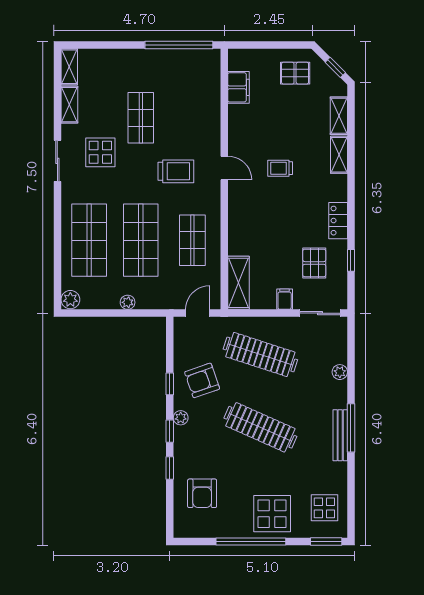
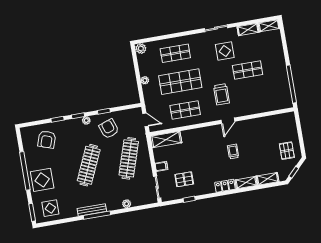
filing cabinet: (238, 87) -> (274, 121), removed
locker: (338, 221) -> (225, 186), moved
shop shelf: (89, 240) -> (175, 53), width x0.70, depth x0.74
armchair: (202, 493) -> (47, 139), turned -71

